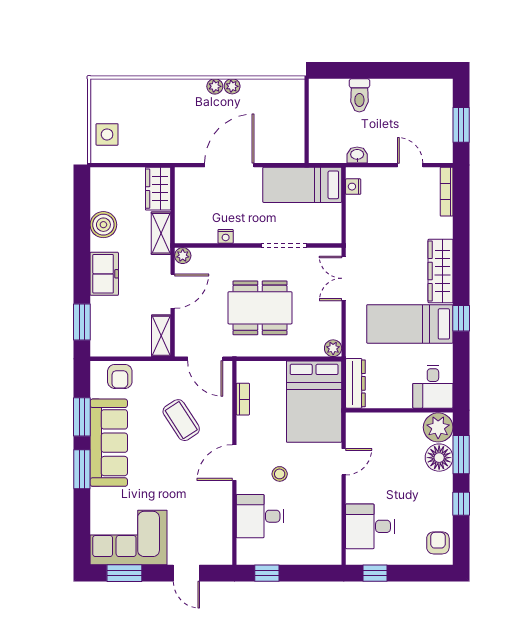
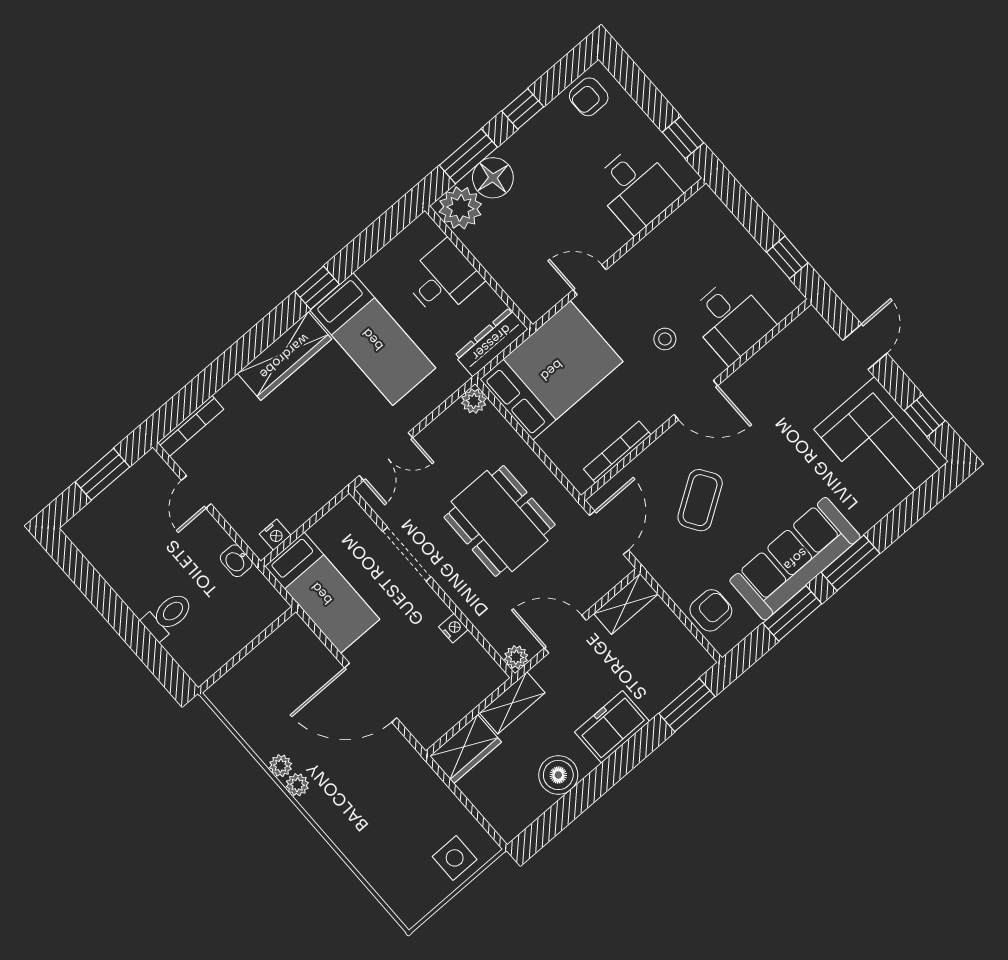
desk: (433, 387) -> (443, 279), moved
bookcase: (243, 399) -> (617, 452), width x1.56
window: (124, 573) -> (925, 416), width x0.67

